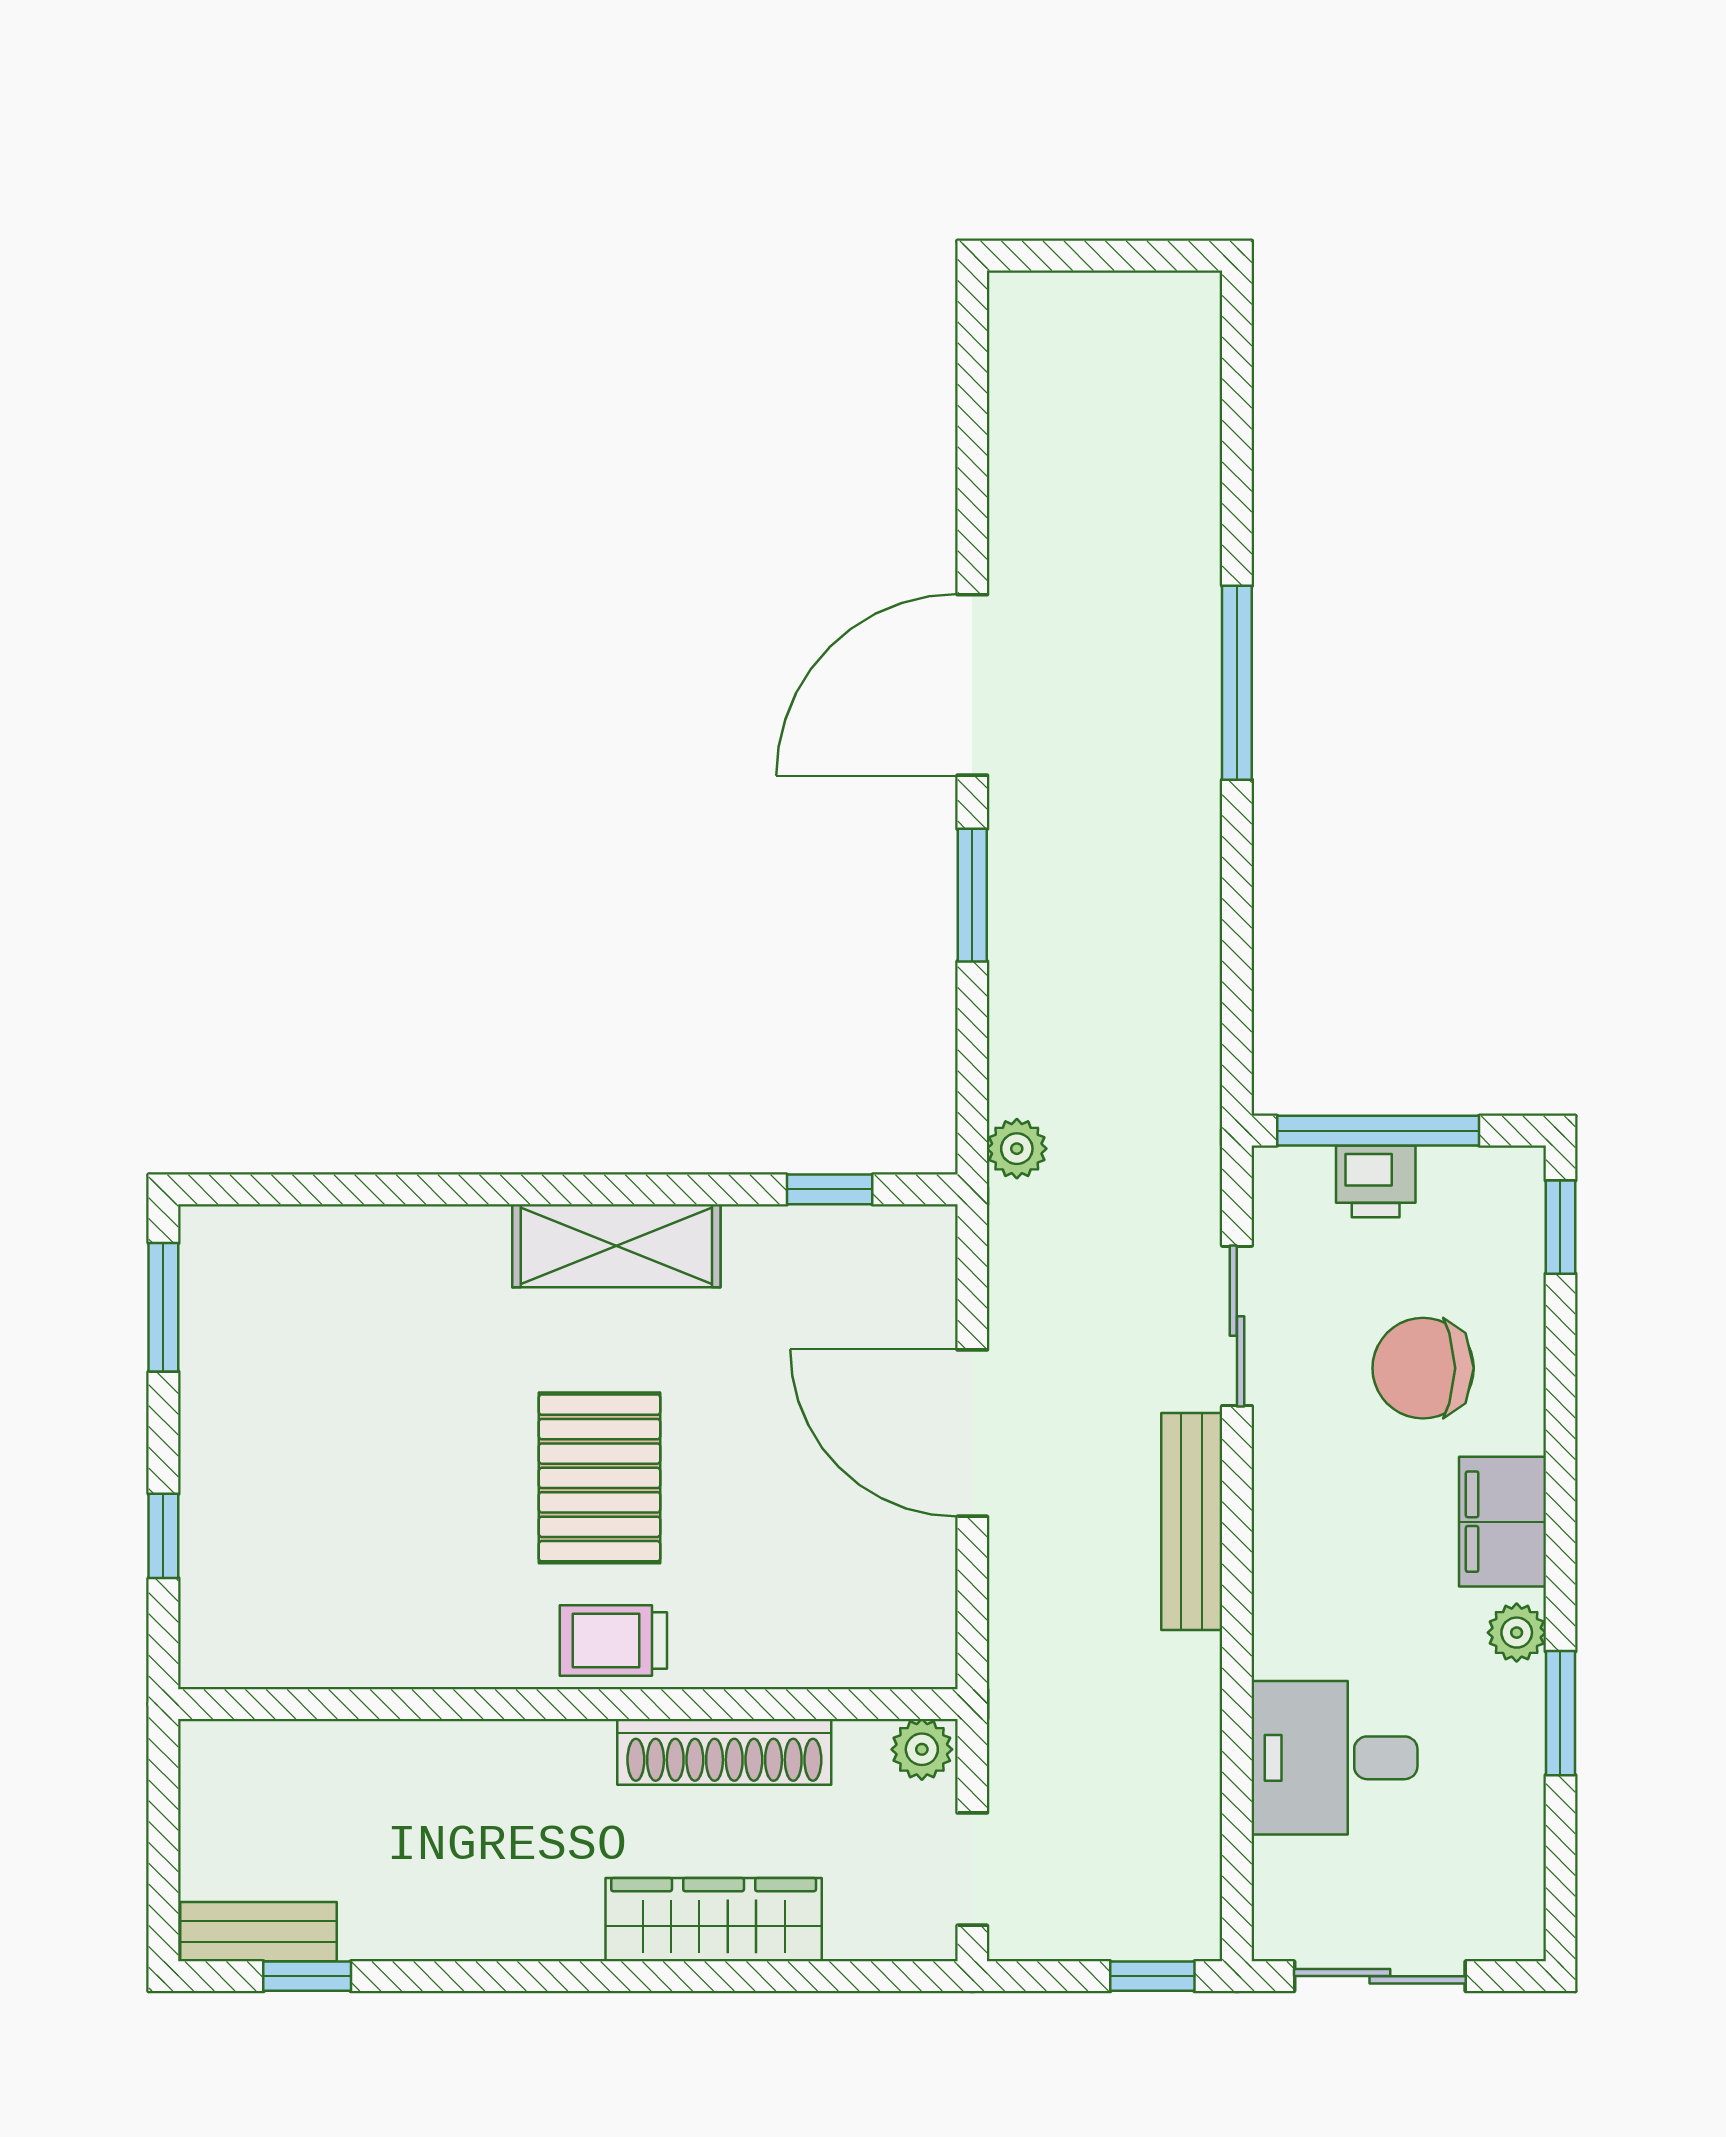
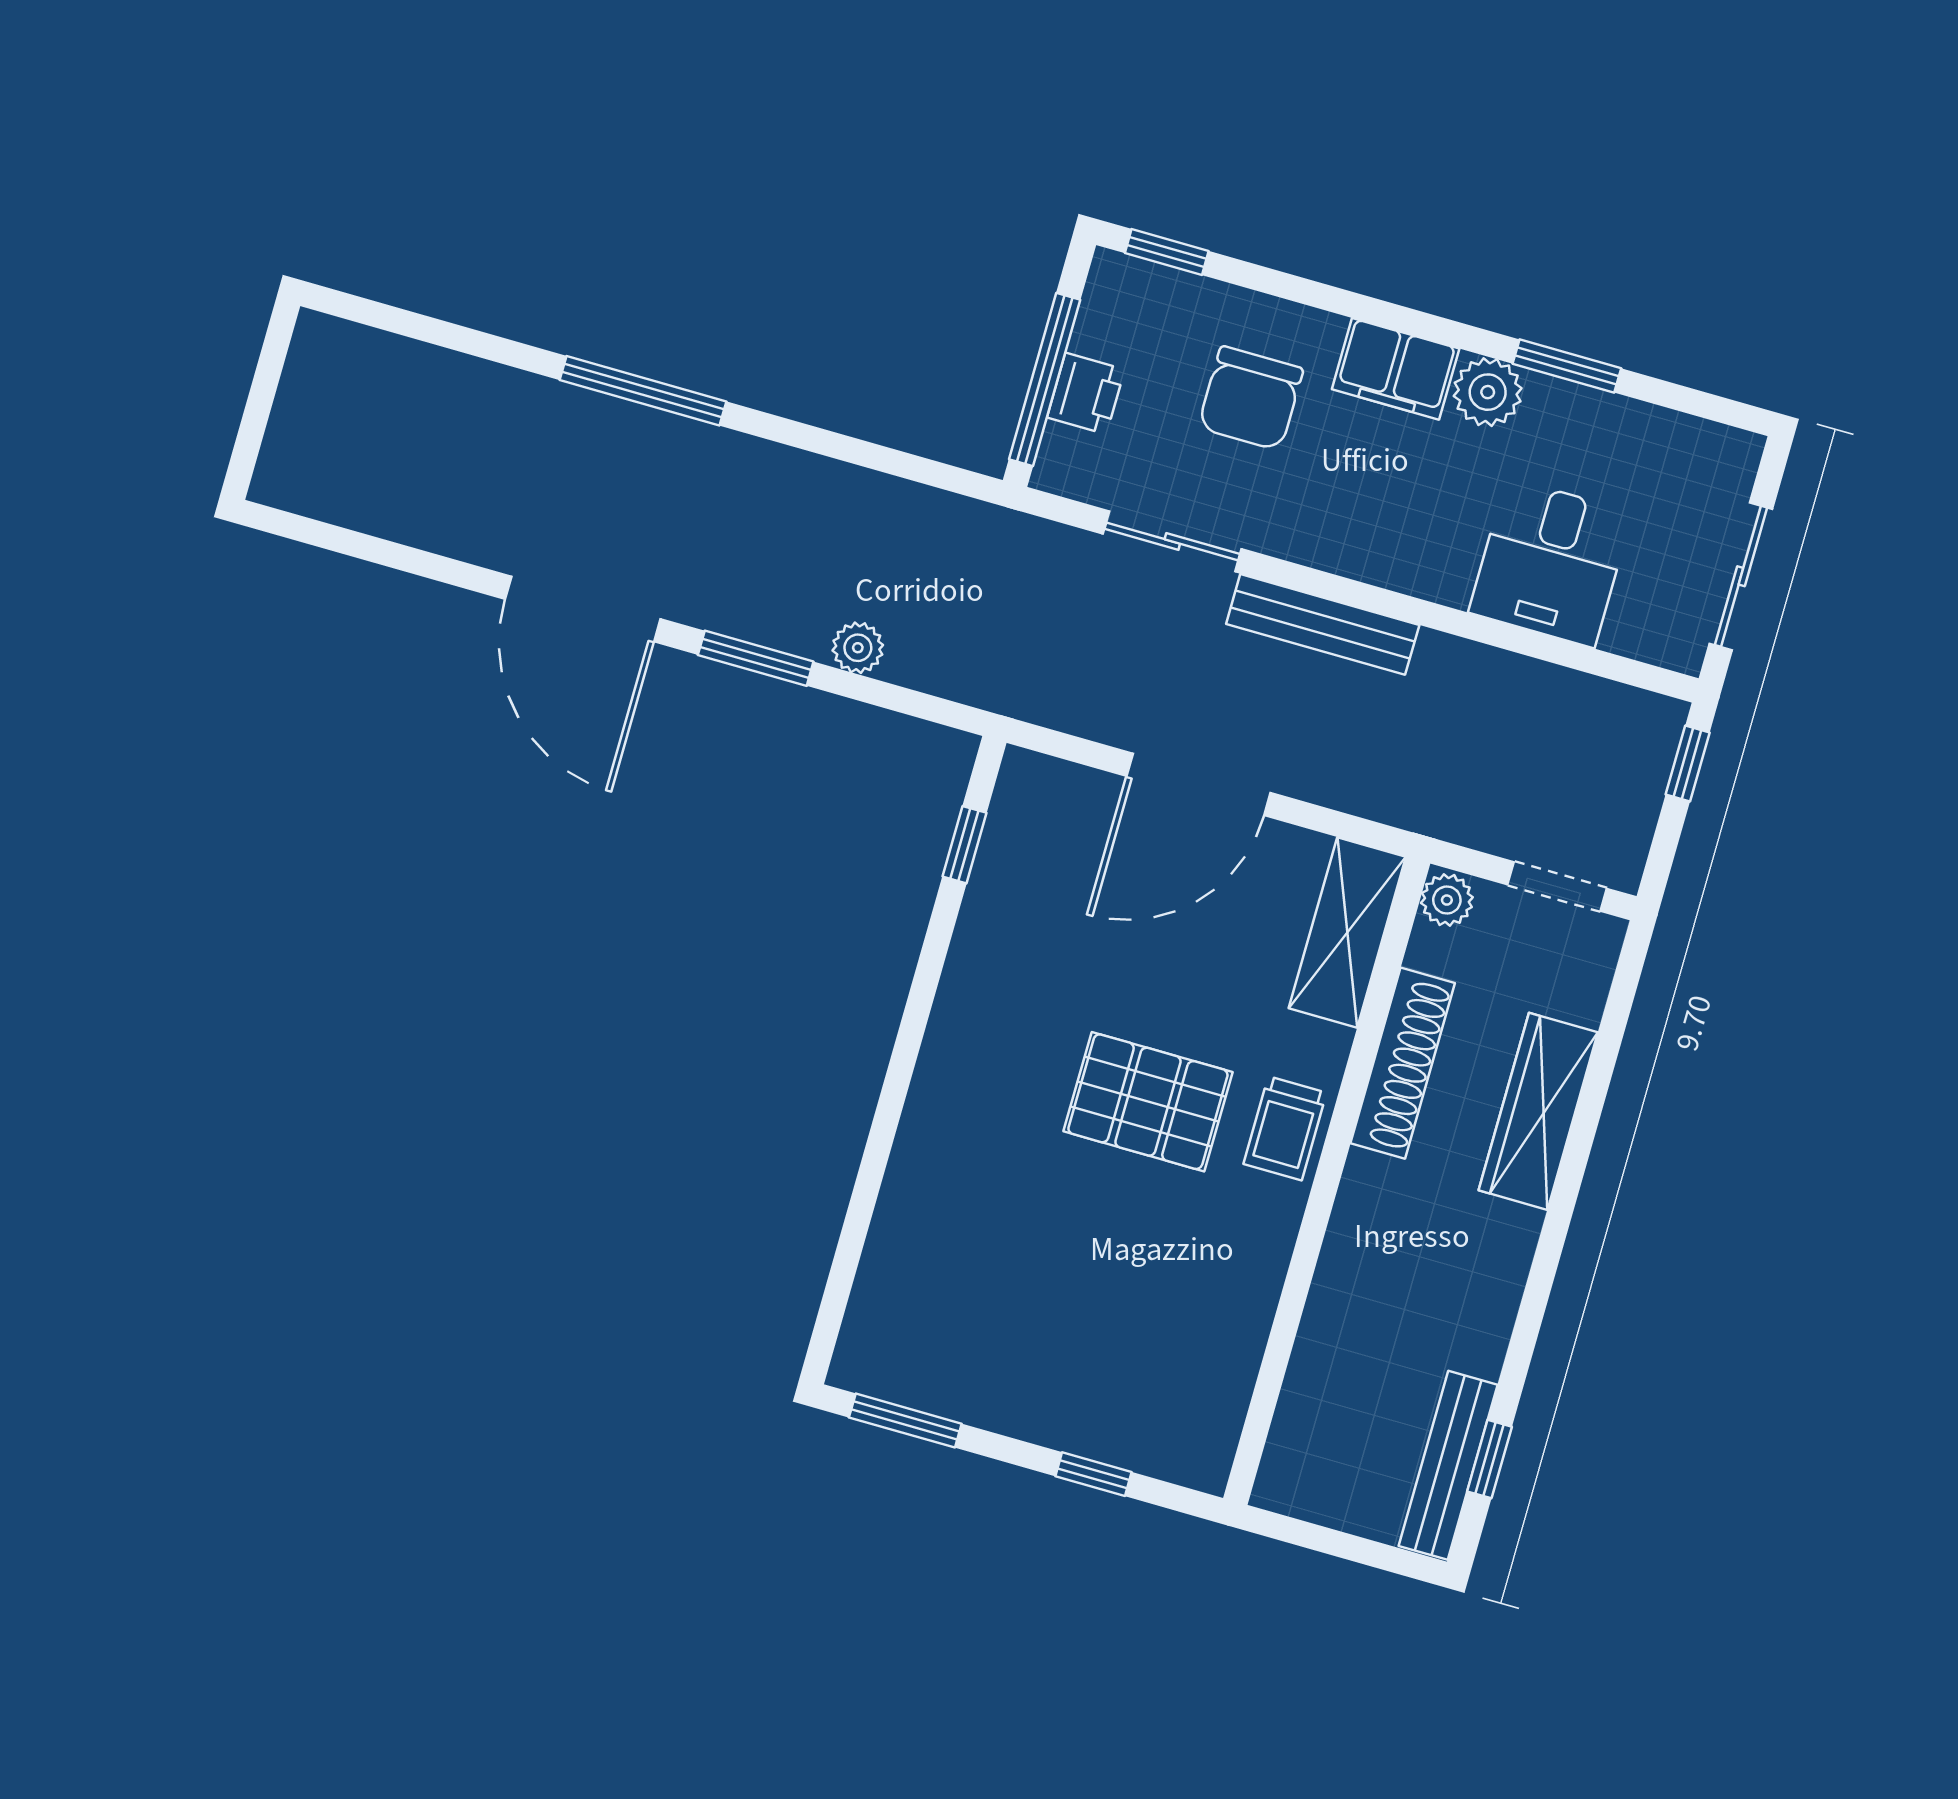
plant: (1017, 1149) -> (858, 648), moved
shelving: (616, 1246) -> (1347, 932), moved
plant: (1517, 1633) -> (1488, 392), width x1.38, depth x1.38
bench: (258, 1932) -> (1448, 1465), width x1.36

